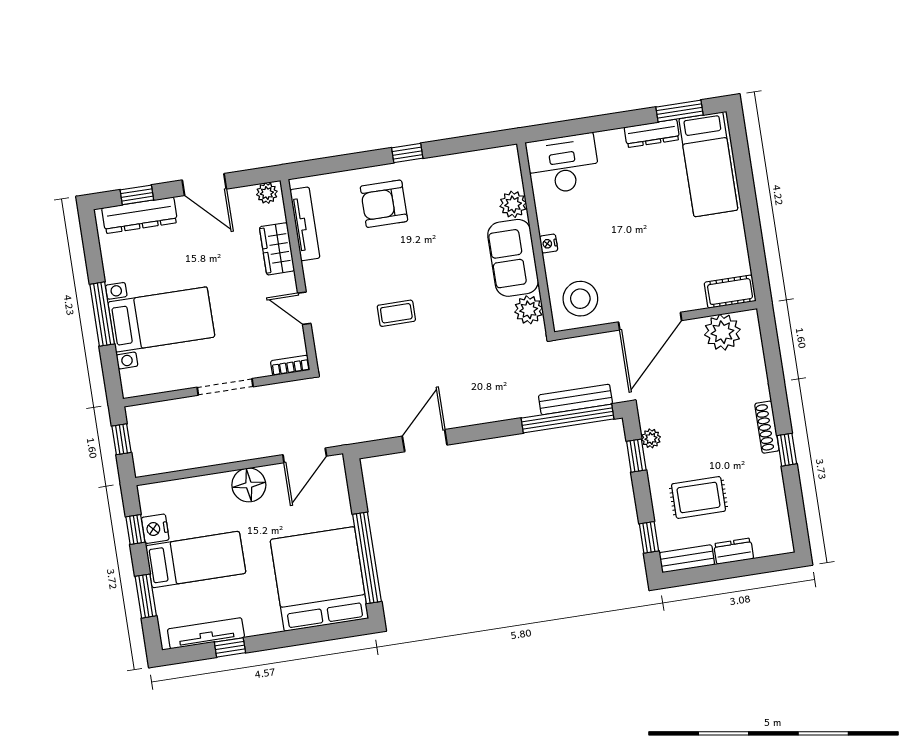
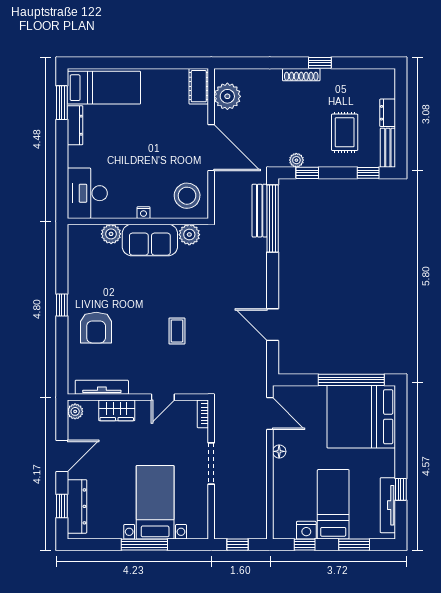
floor lamp: (249, 485) -> (279, 451), width x0.53, depth x0.53

